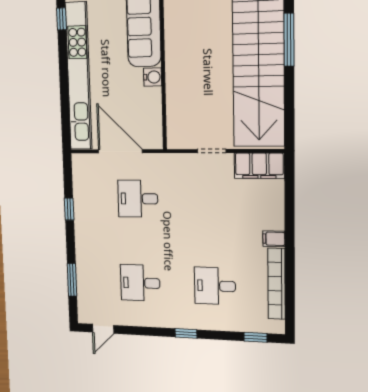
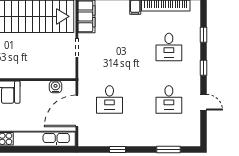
water cooler: (153, 77) -> (56, 87), moved
door: (103, 329) -> (204, 102), moved
window: (255, 337) -> (204, 35), moved

